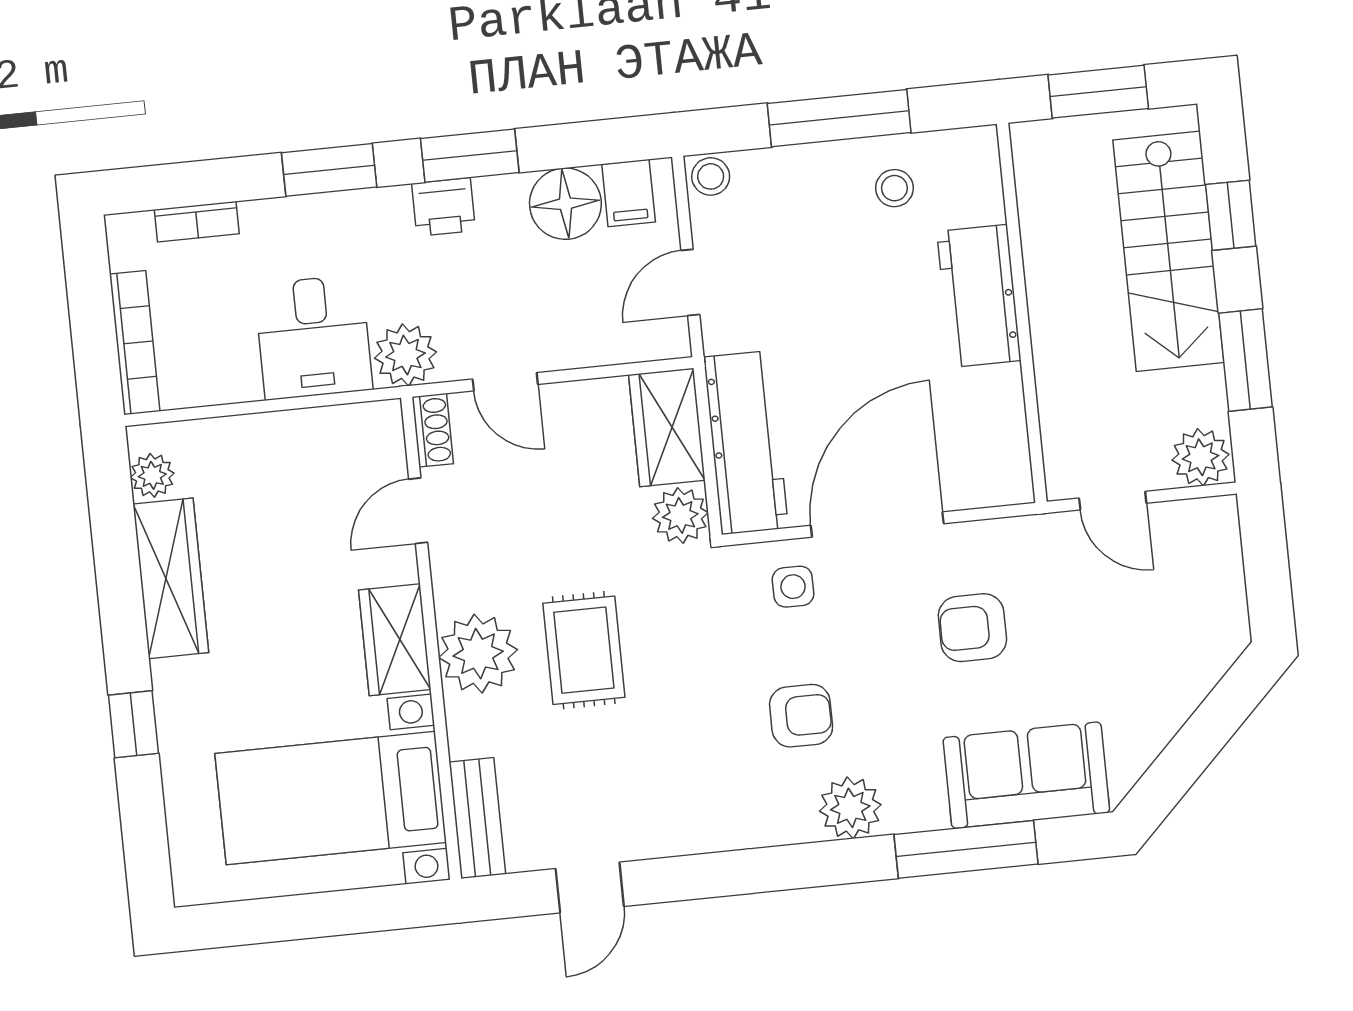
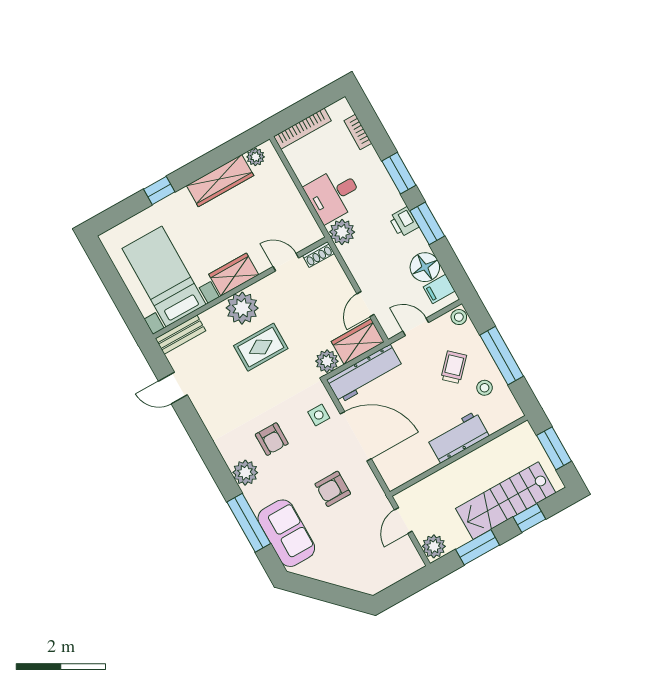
trolley: (818, 237) -> (454, 367), added
door: (505, 382) -> (365, 304), moved
armchair: (972, 628) -> (333, 489), turned -90

